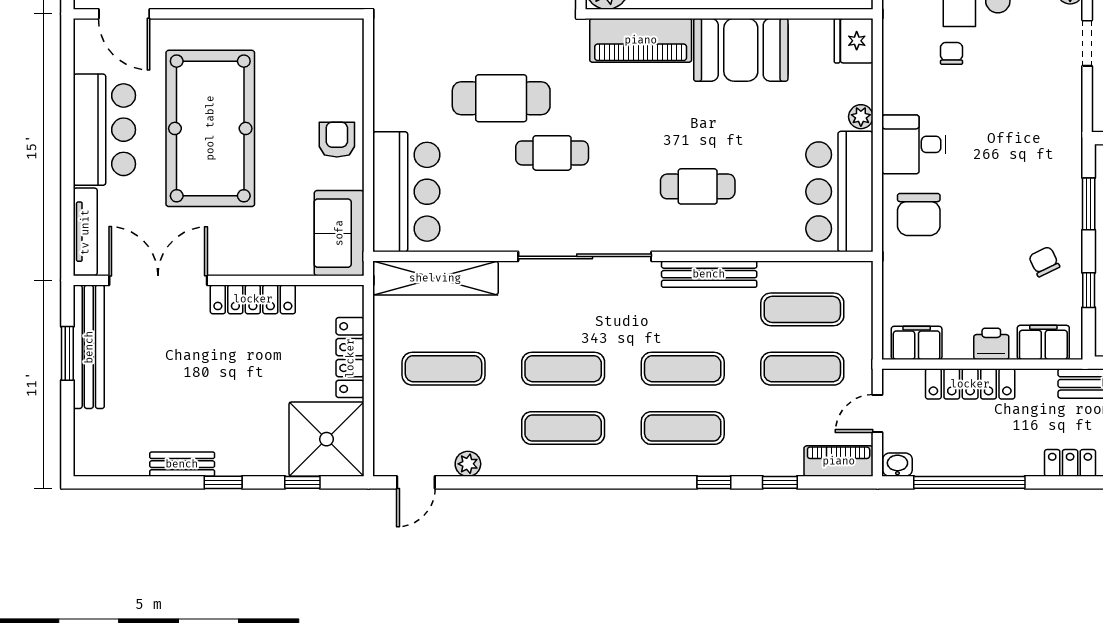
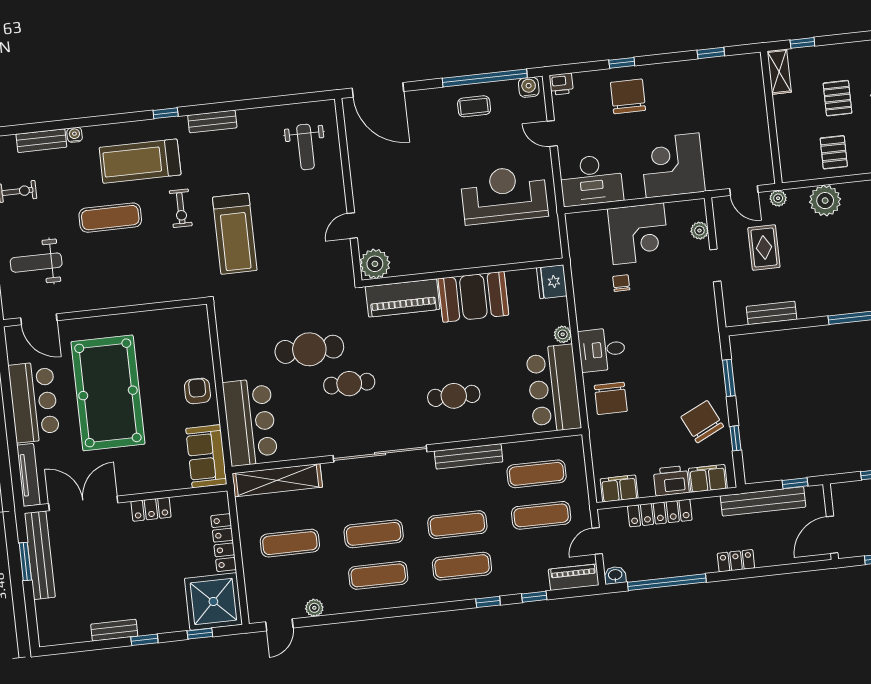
chair: (1044, 262) -> (702, 422), width x1.87, depth x1.87
locker: (253, 299) -> (151, 509), width x0.66
printer: (991, 344) -> (671, 481), width x1.36, depth x1.24

